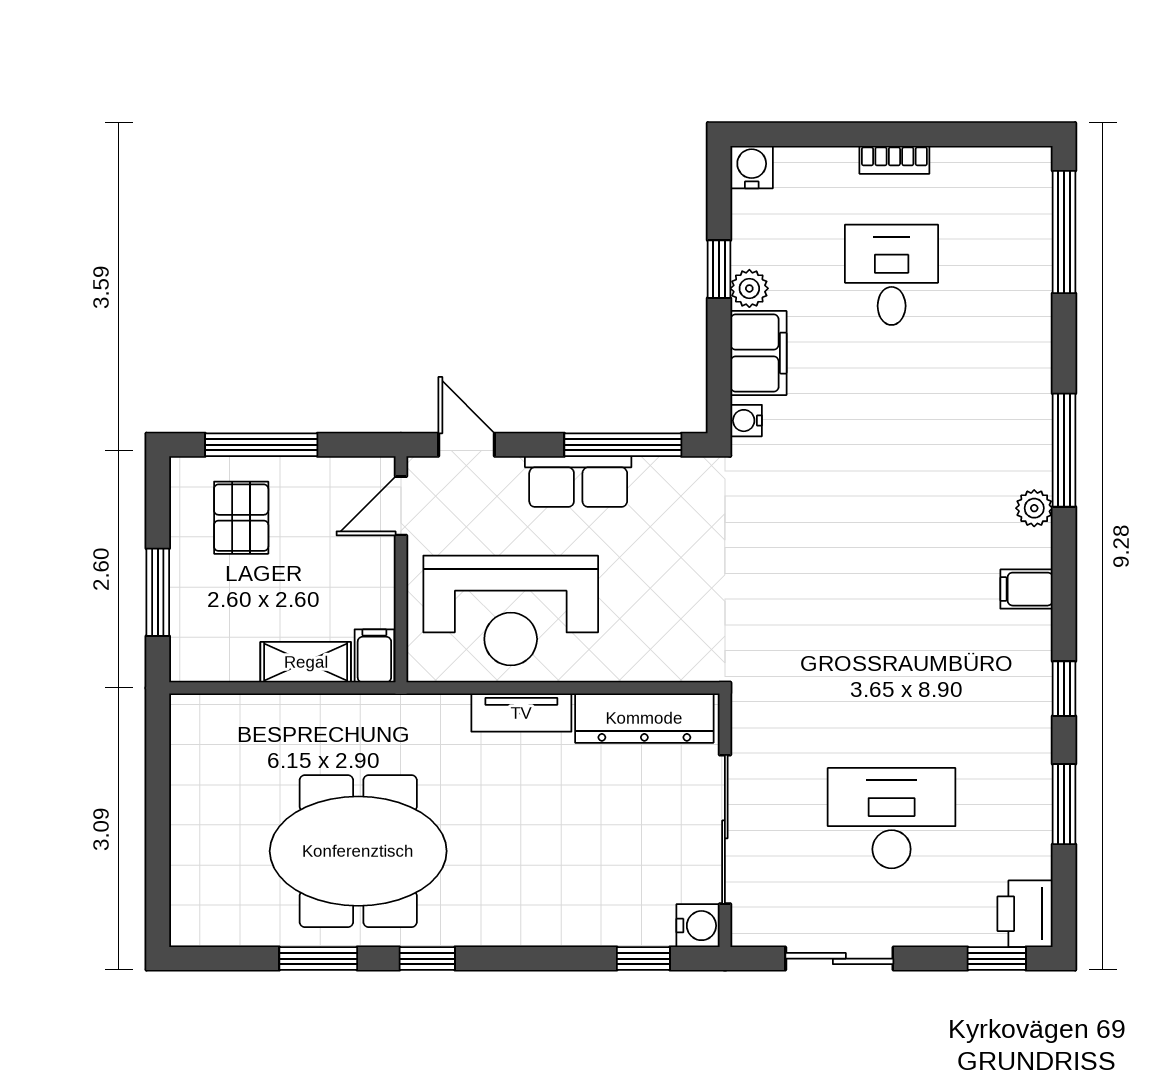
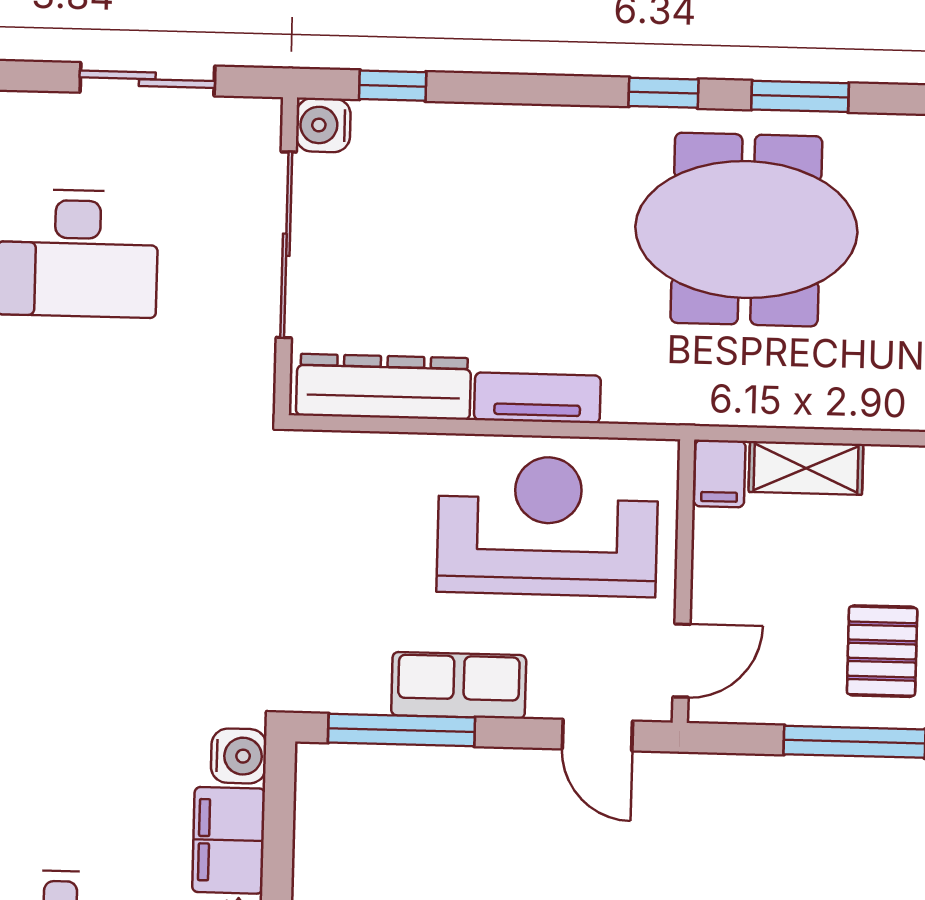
water cooler: (746, 421) -> (239, 756), width x1.38, depth x1.38

